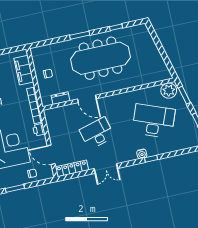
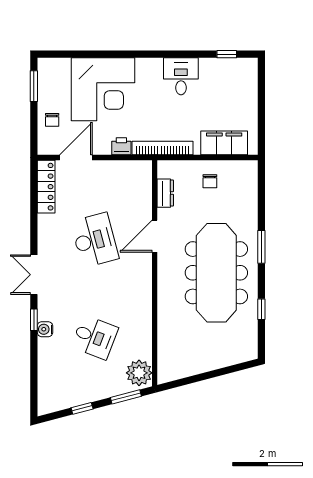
desk: (154, 121) -> (95, 337), width x0.53, depth x0.77
water cooler: (142, 154) -> (45, 329), moved
double door: (106, 168) -> (34, 275), moved

